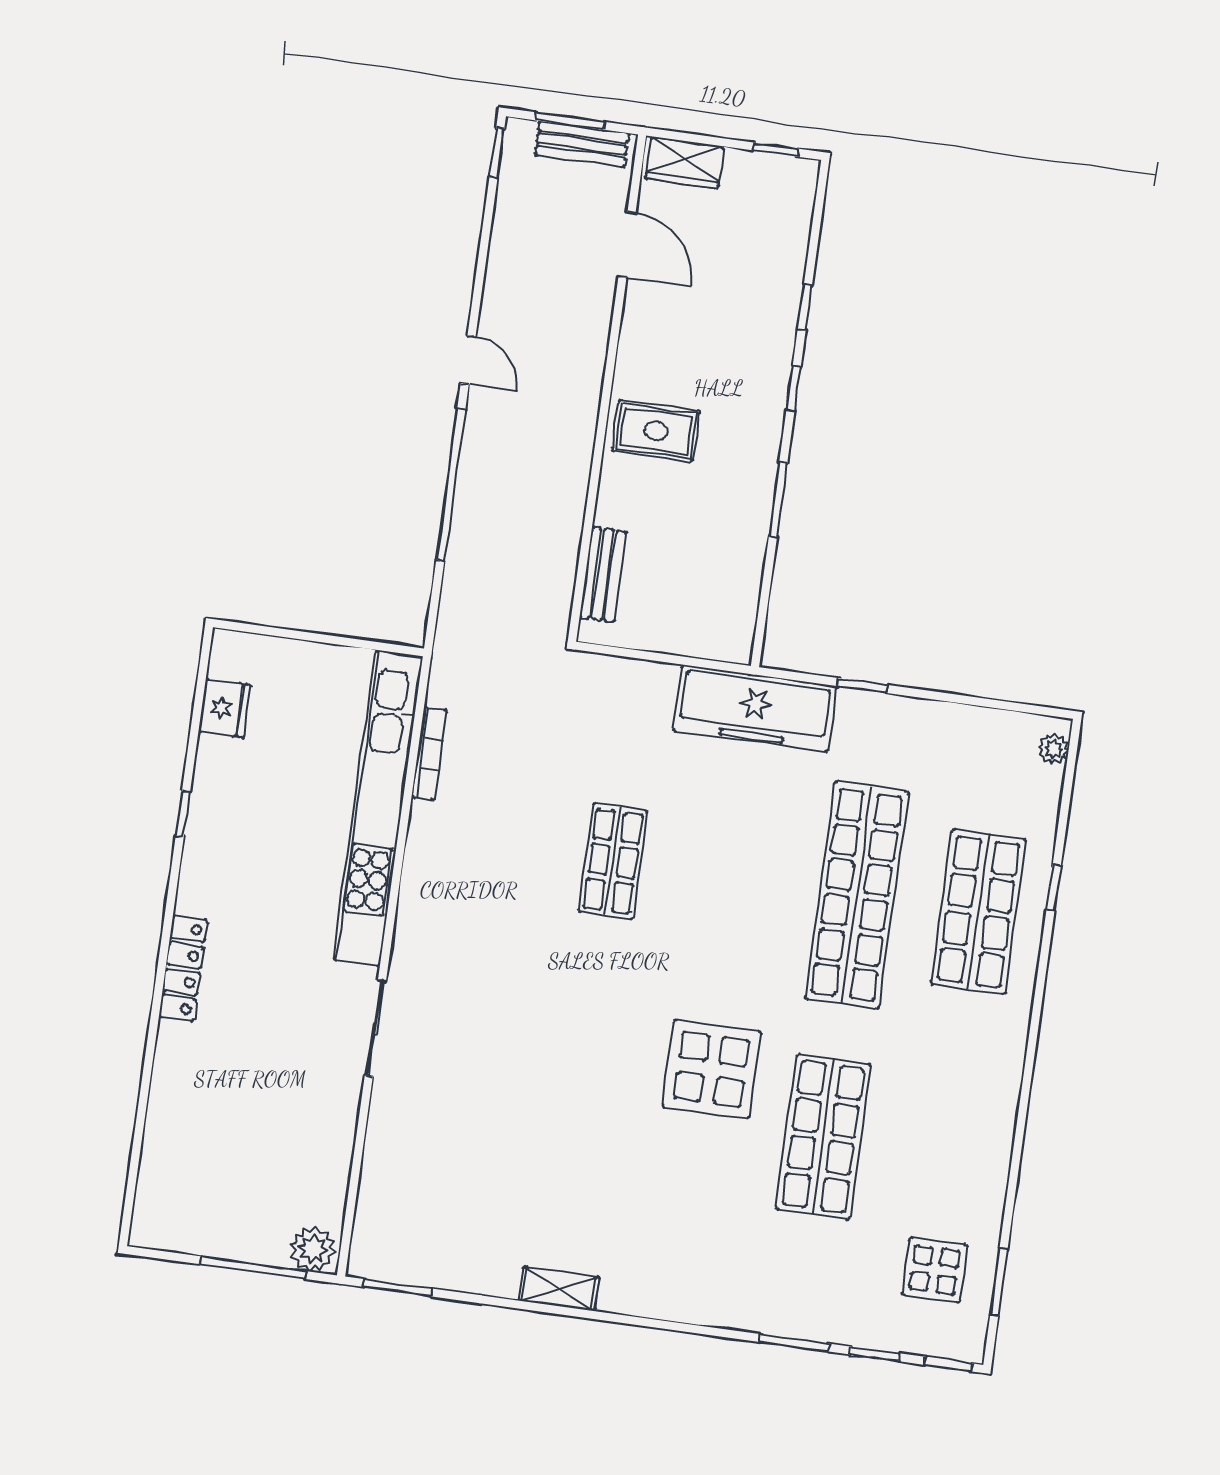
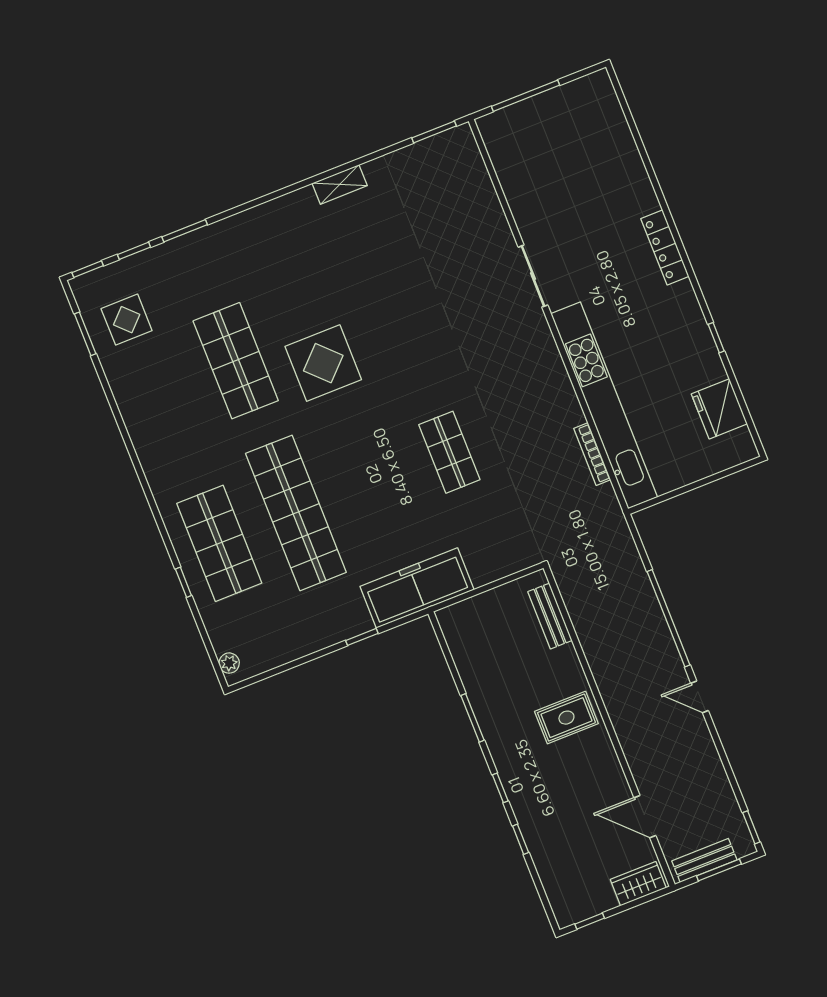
fridge: (225, 708) -> (719, 409), width x1.36, depth x1.34
plant: (313, 1249) -> (497, 127), removed

